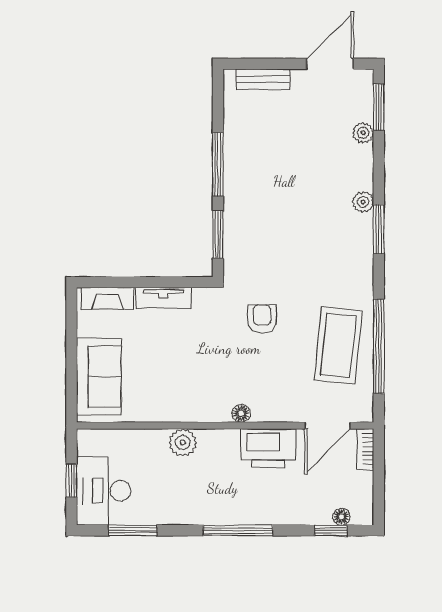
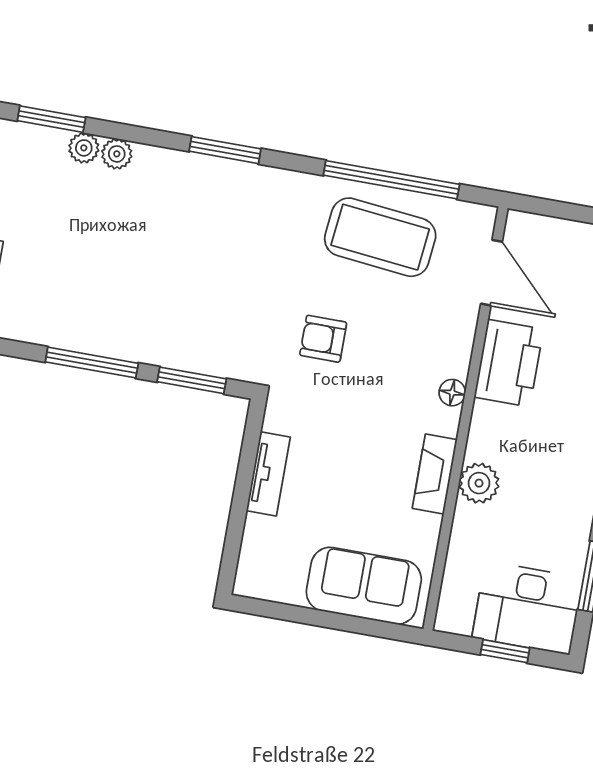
plant: (363, 202) -> (117, 154), moved
fireplace: (107, 299) -> (435, 474), moved, turned 180
bookcase: (365, 449) -> (535, 225), removed

